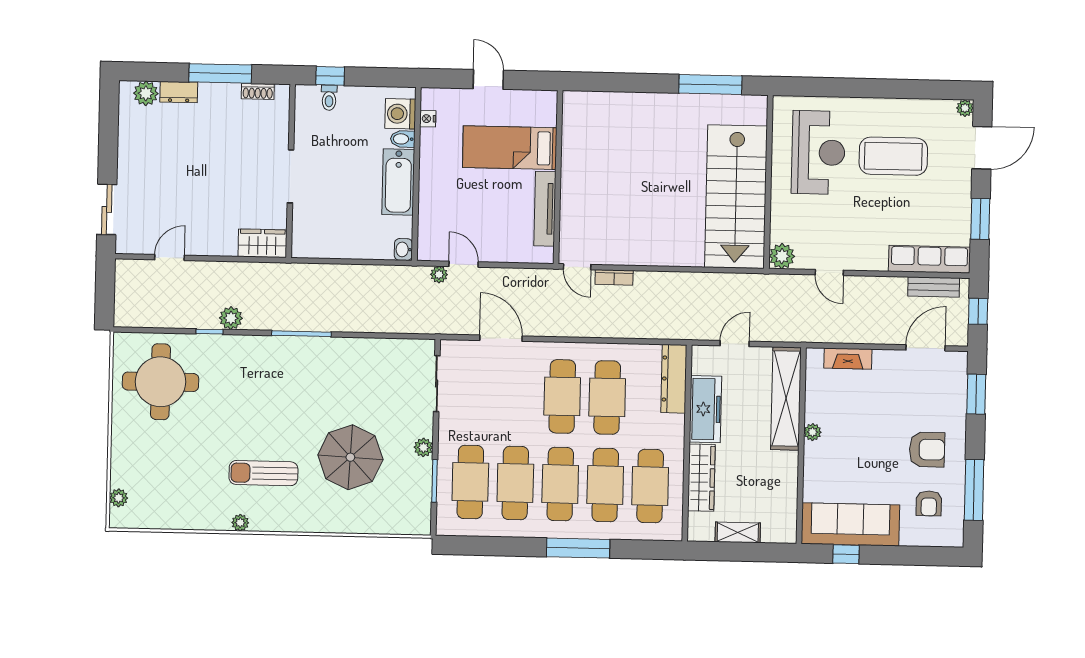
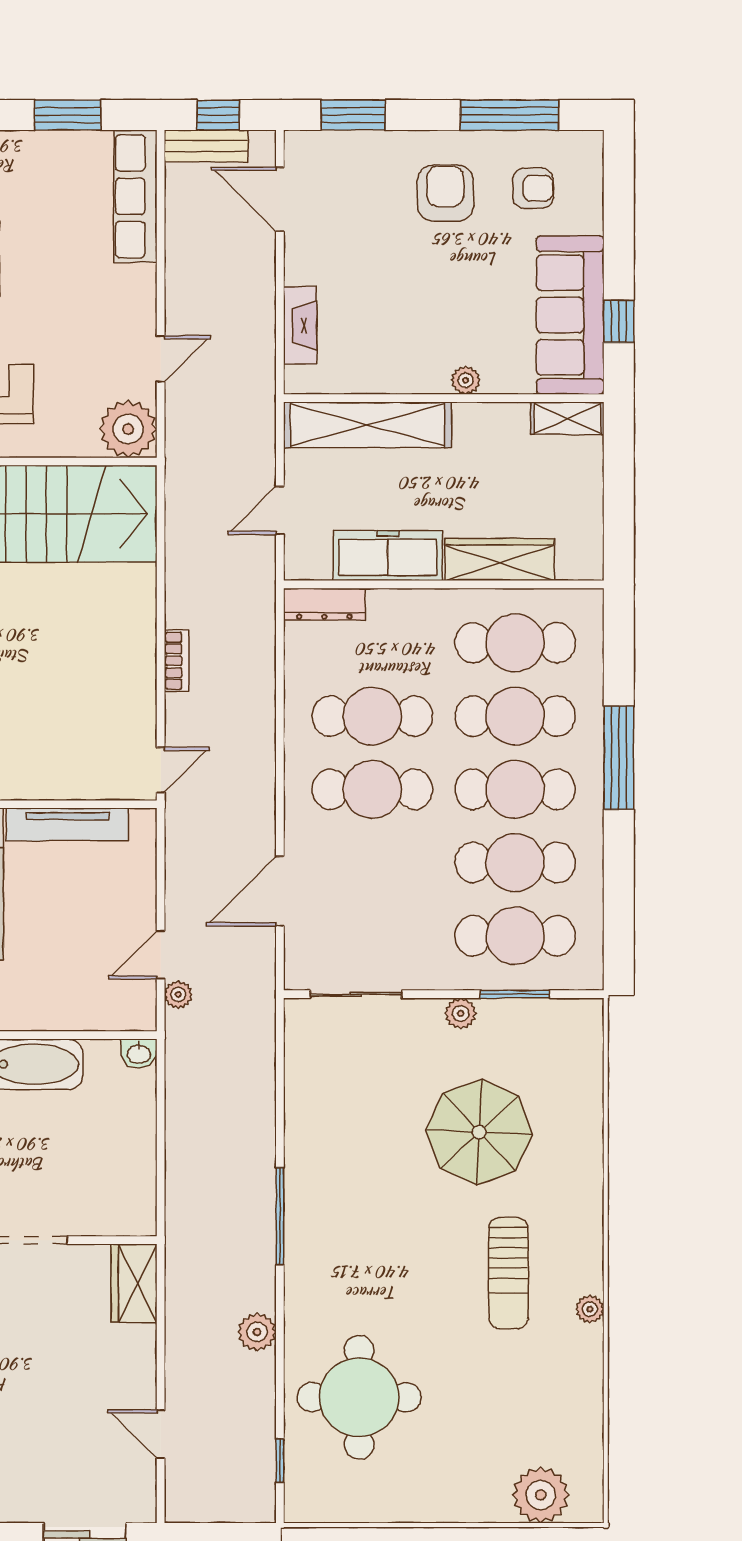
plant: (782, 256) -> (128, 429), width x1.36, depth x1.36
bookcase: (614, 277) -> (177, 661), moved
bench: (934, 287) -> (206, 146), moved, turned 90
window: (209, 332) -> (280, 1461), moved
door: (735, 344) -> (280, 510), hinge flipped
dresser: (674, 379) -> (324, 604), width x0.73, depth x0.80
round table: (161, 382) -> (359, 1397), moved
plant: (813, 432) -> (466, 380), moved
plant: (119, 498) -> (541, 1495), width x1.87, depth x1.87
shelving: (738, 532) -> (567, 418), moved, turned 90

